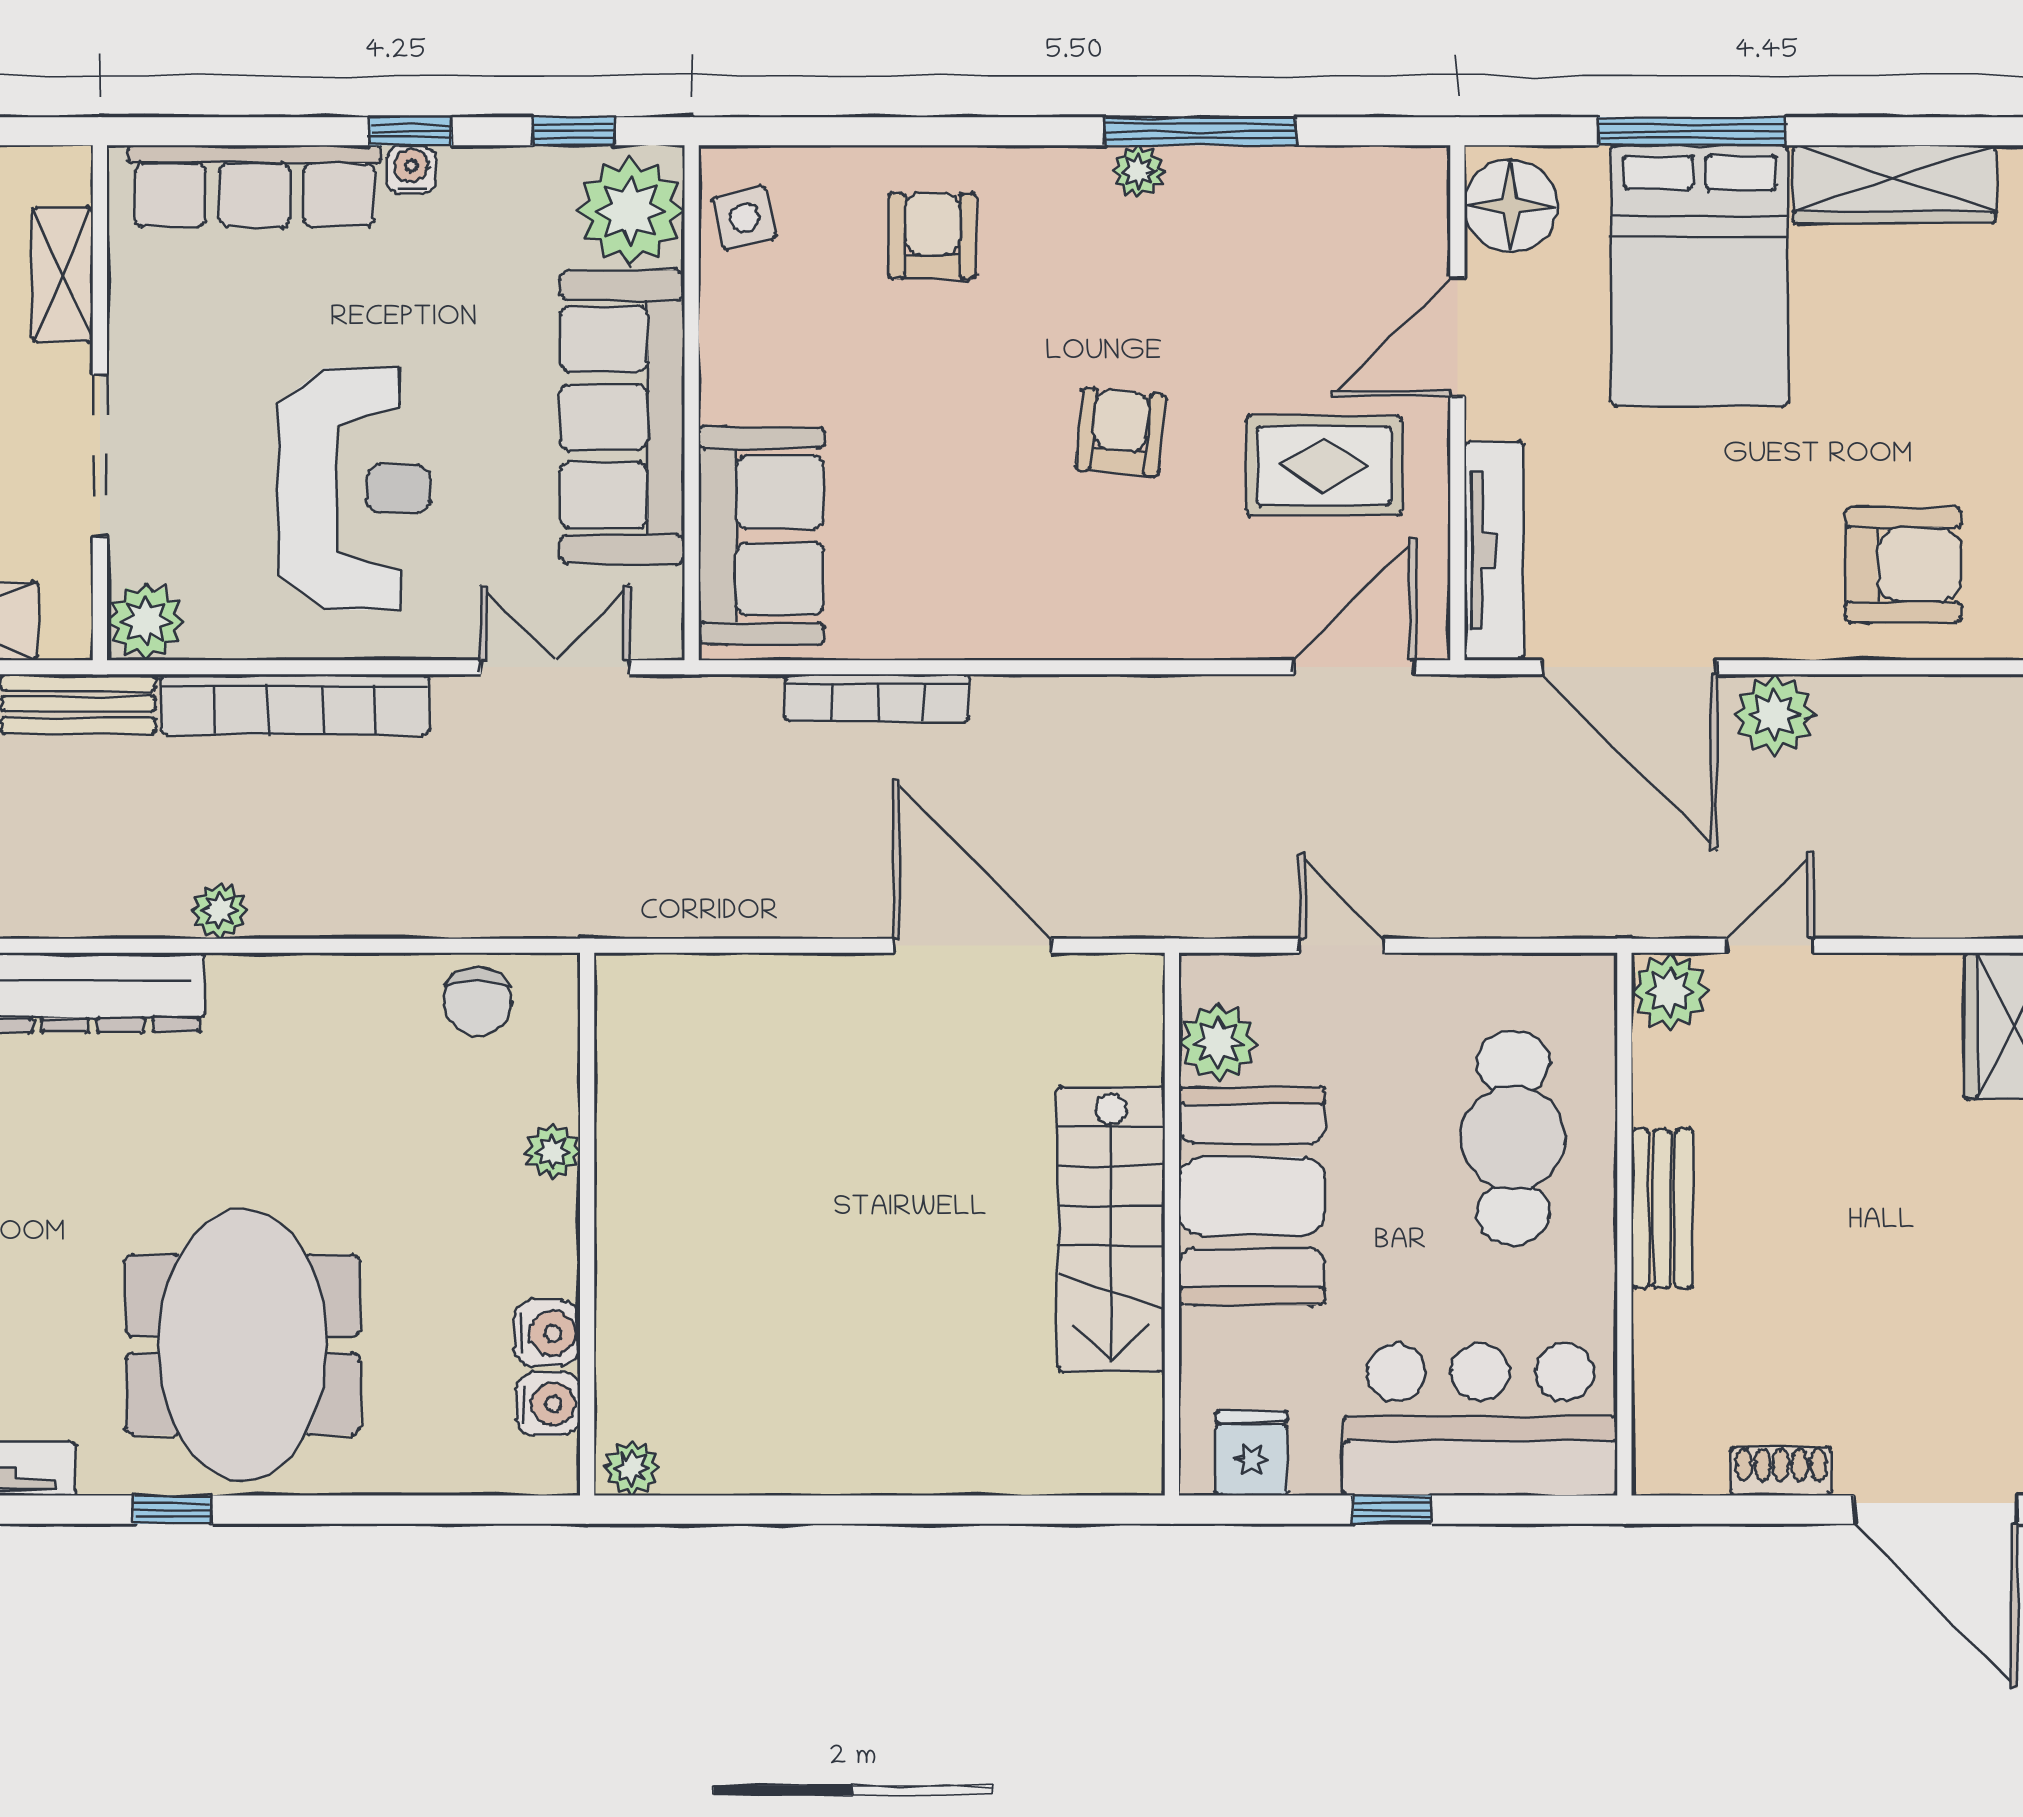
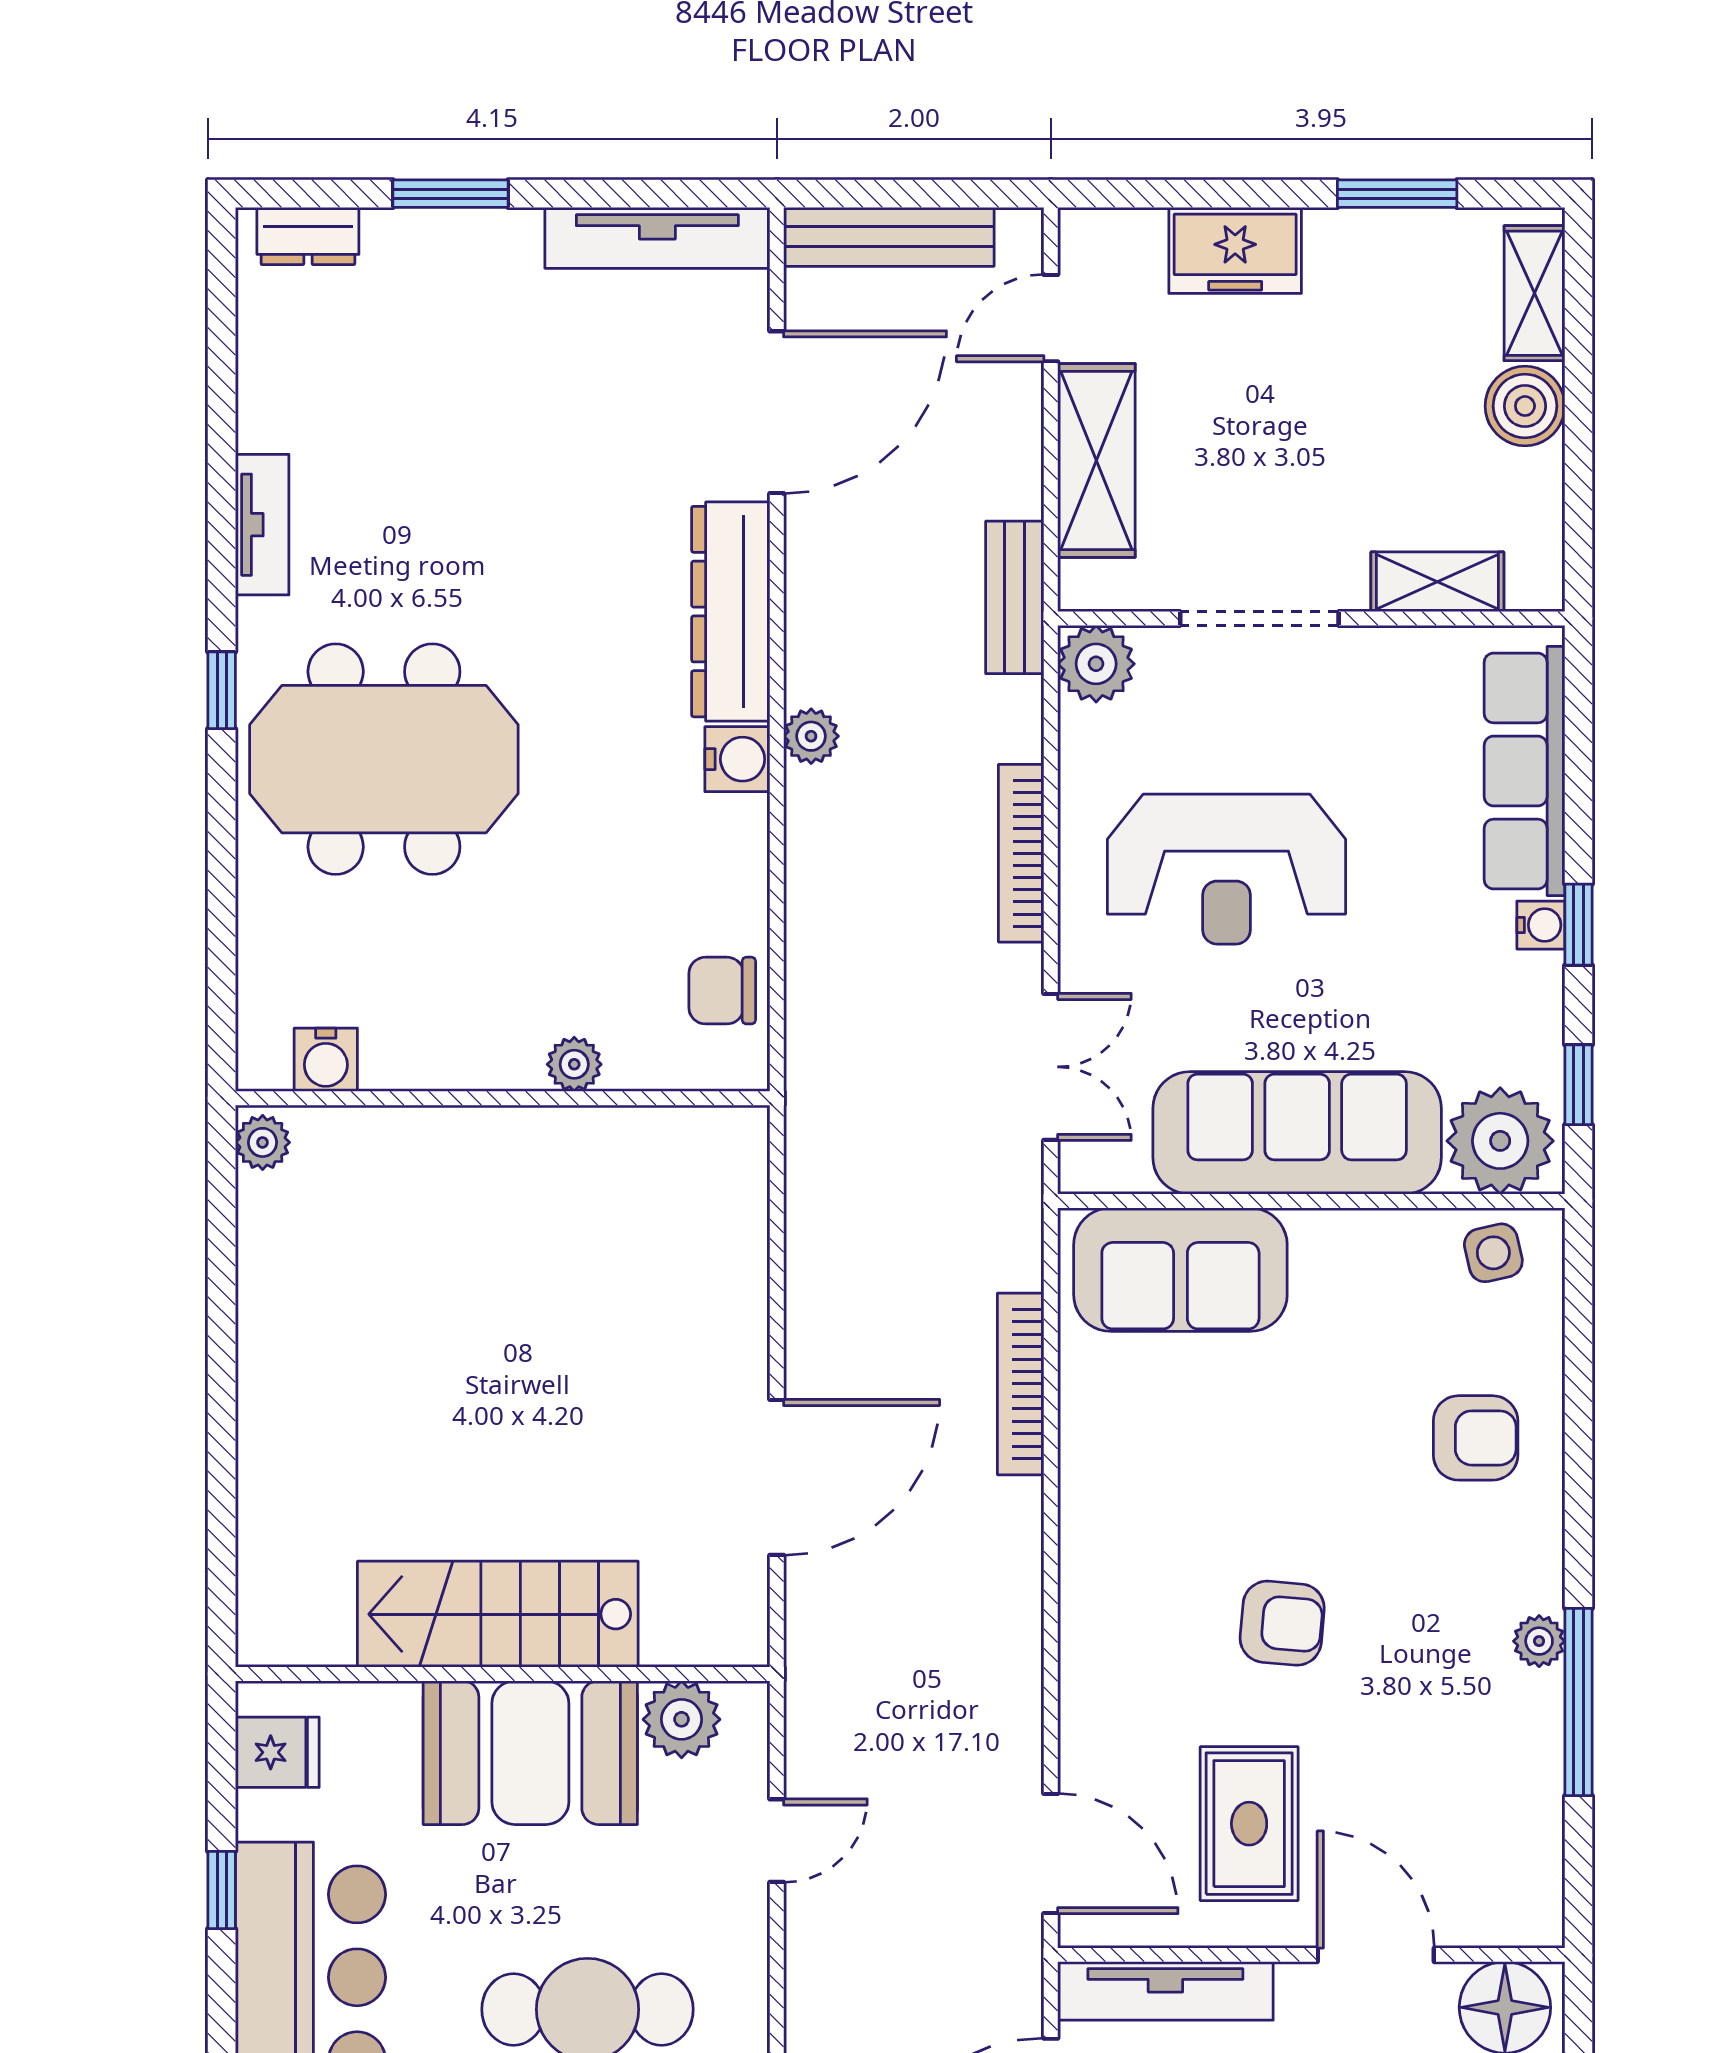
bookcase: (295, 705) -> (1021, 853), width x0.68, depth x0.76
water cooler: (547, 1333) -> (737, 759), moved, turned -90

